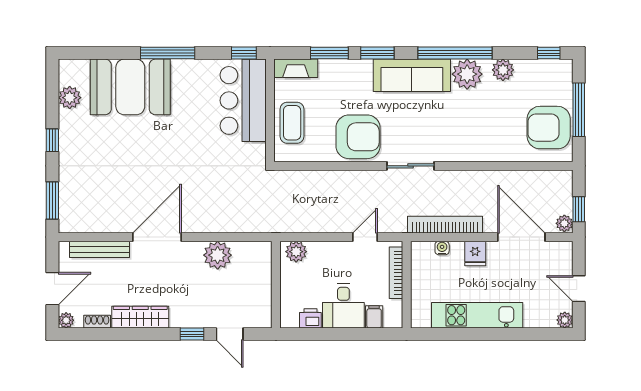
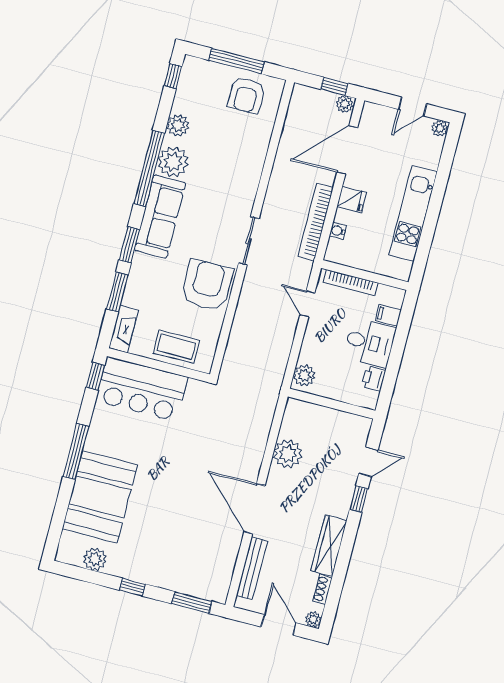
armchair: (549, 128) -> (246, 95), width x0.73, depth x0.73

